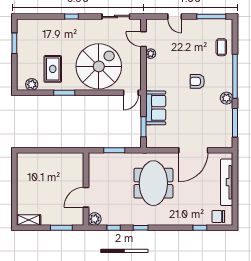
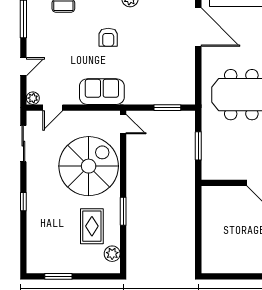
plant: (151, 54) -> (33, 98), moved
spiral stairs: (99, 66) -> (89, 166), turned 90
rug: (53, 69) -> (92, 226), turned 90
sofa: (156, 108) -> (102, 92), moved
door: (193, 150) -> (198, 27), moved

